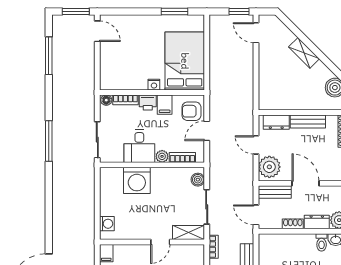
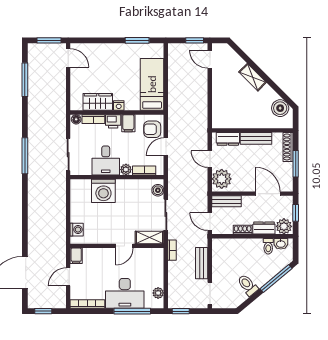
bed: (185, 61) -> (152, 84), width x0.67
wardrobe: (130, 81) -> (98, 102), added
door: (305, 183) -> (268, 194), moved

